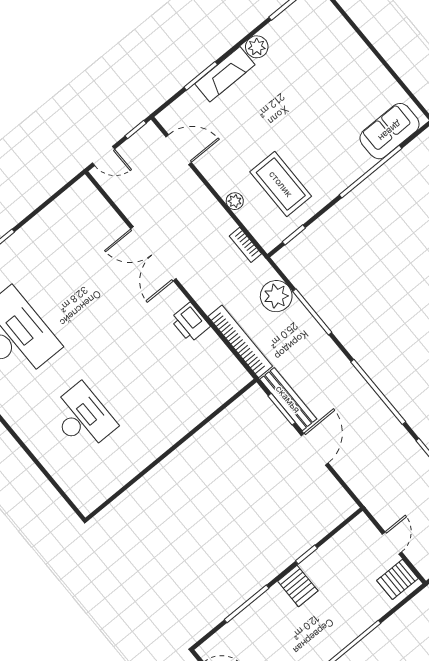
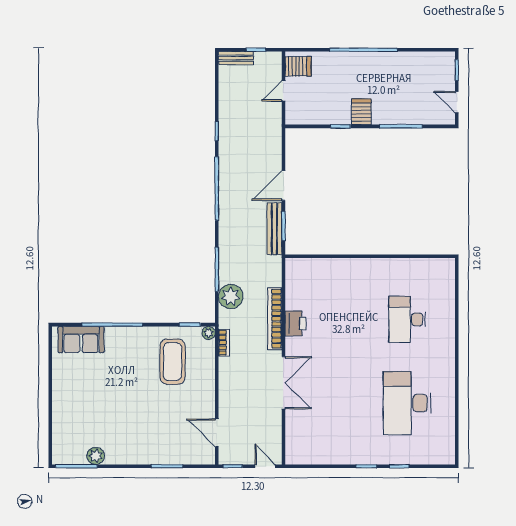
plant: (257, 47) -> (96, 456), moved
fireplace: (225, 74) -> (152, 455), removed
plant: (235, 201) -> (209, 333), moved
bookcase: (240, 341) -> (275, 319), moved

